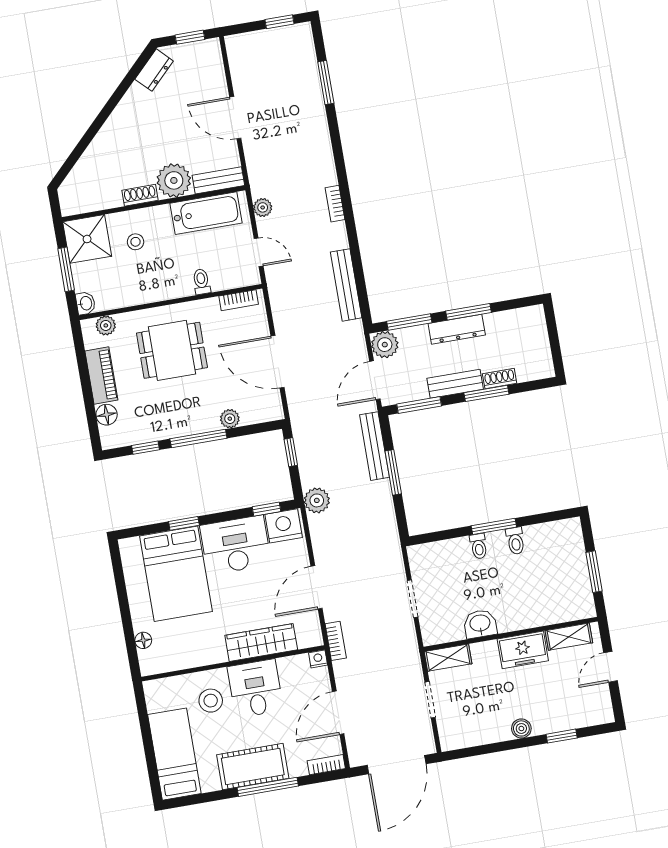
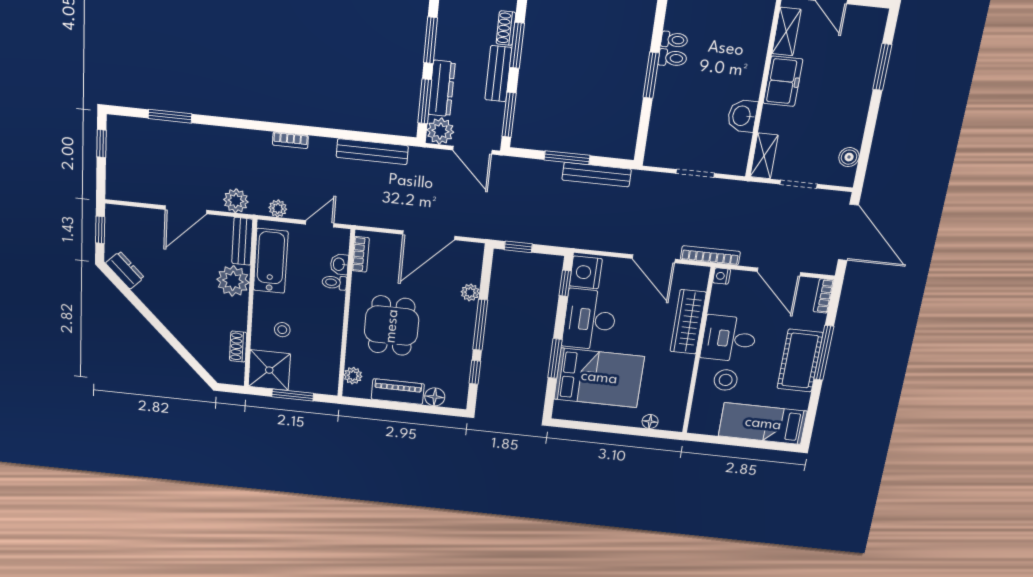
shoe rack: (140, 195) -> (238, 347), moved
washbasin: (86, 303) -> (339, 264), moved, turned -90
dresser: (457, 329) -> (442, 88), moved
bench: (374, 446) -> (597, 175), moved
plant: (317, 500) -> (236, 201), moved
window: (184, 523) -> (555, 359), width x1.50
toilet: (479, 546) -> (674, 40), moved
bookcase: (336, 641) -> (710, 255), width x1.56
boiler: (521, 728) -> (849, 157), moved
window: (562, 736) -> (882, 67), width x1.50

